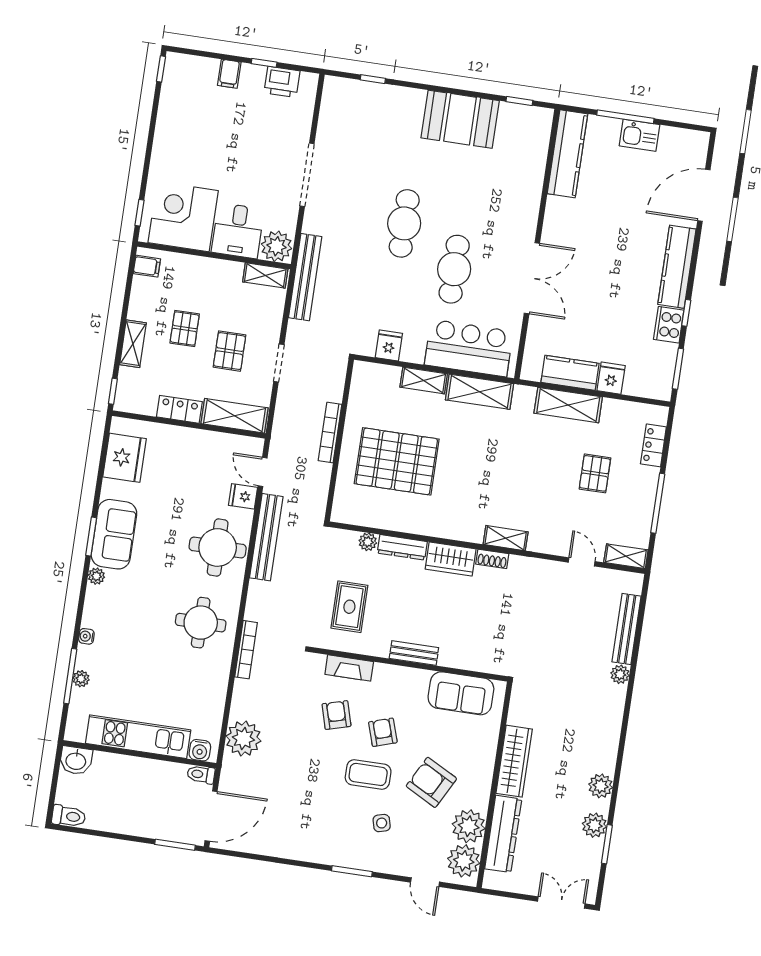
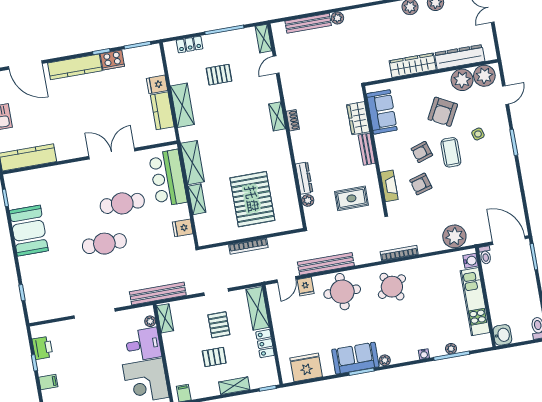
plant: (277, 246) -> (150, 321), width x0.53, depth x0.53
pallet: (230, 351) -> (219, 325), turned 90
wardrobe: (451, 559) -> (358, 118), moved, turned 180
round table: (201, 623) -> (392, 287), turned -30

